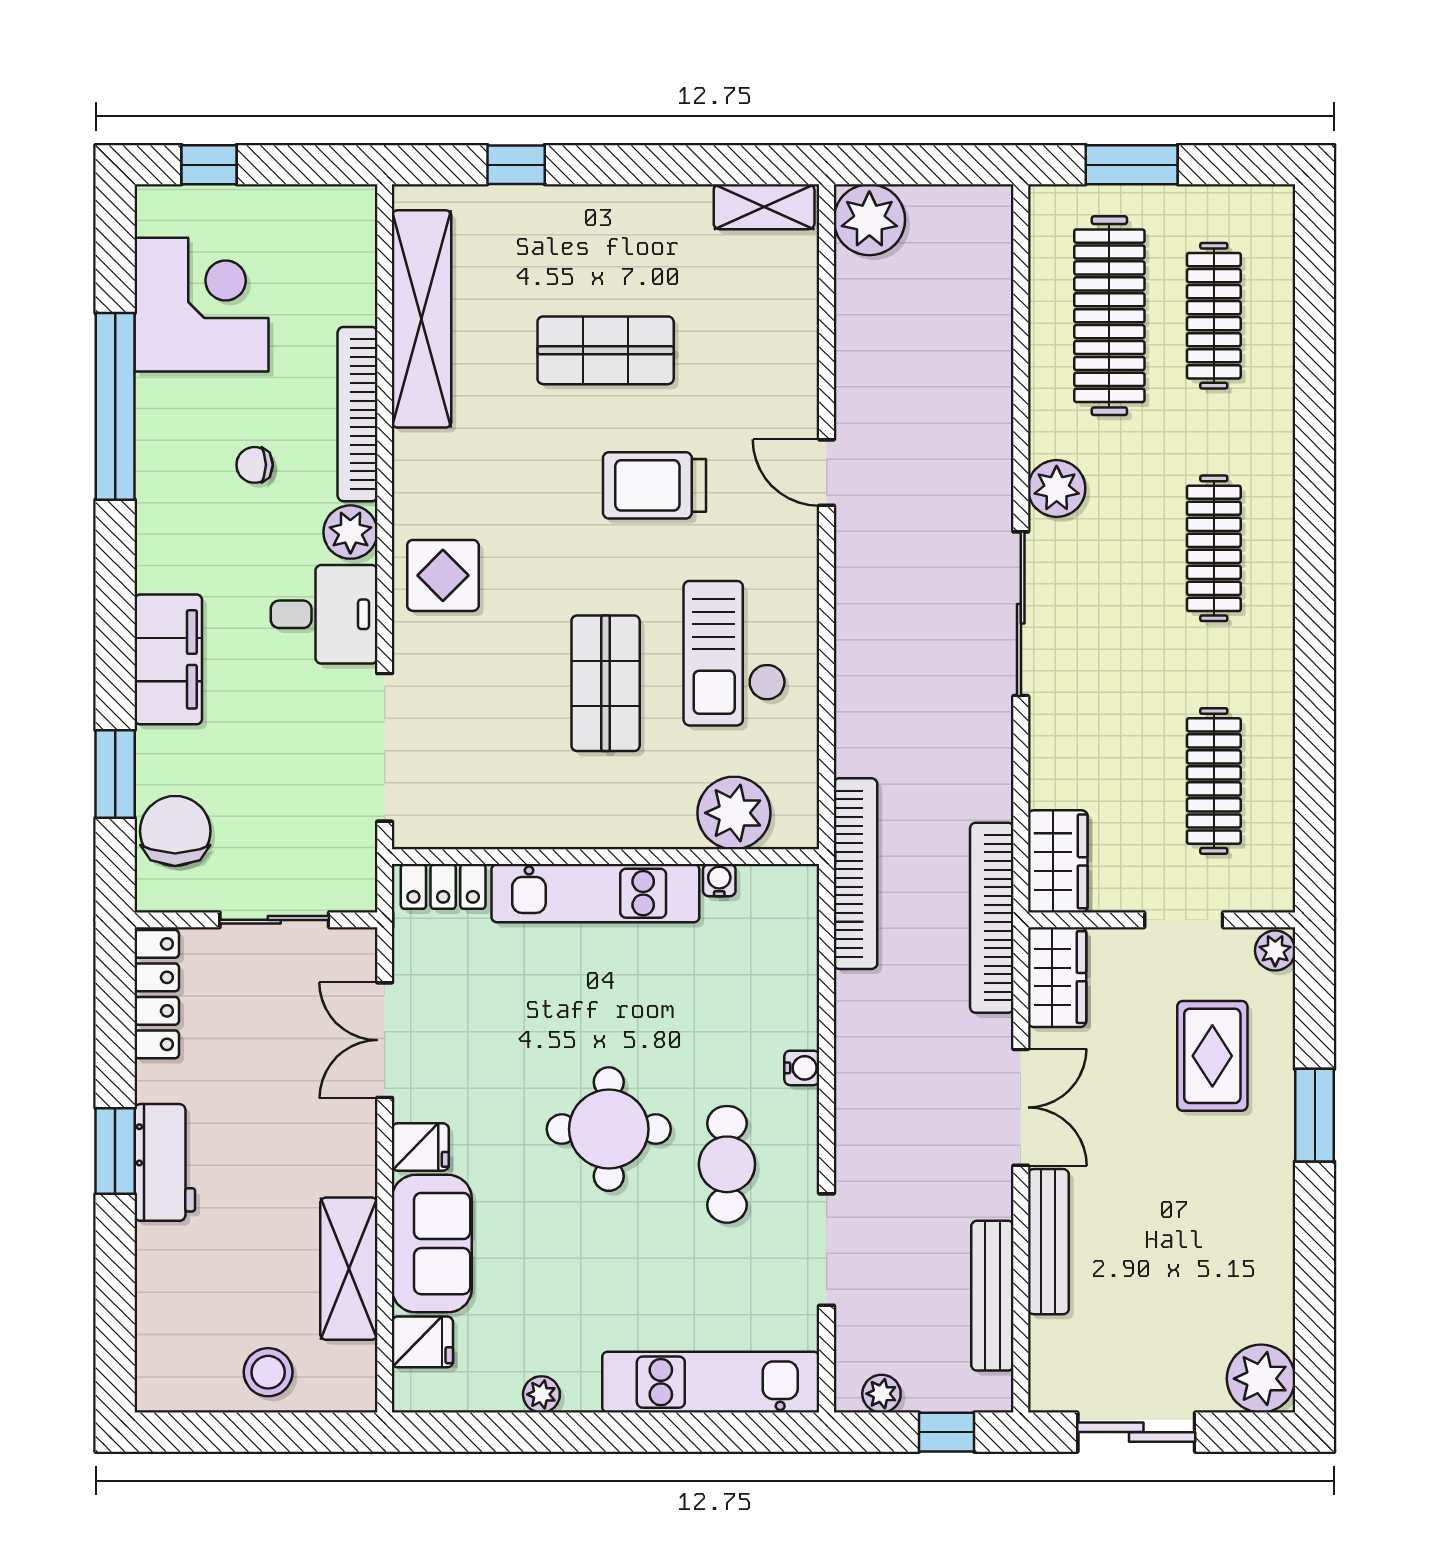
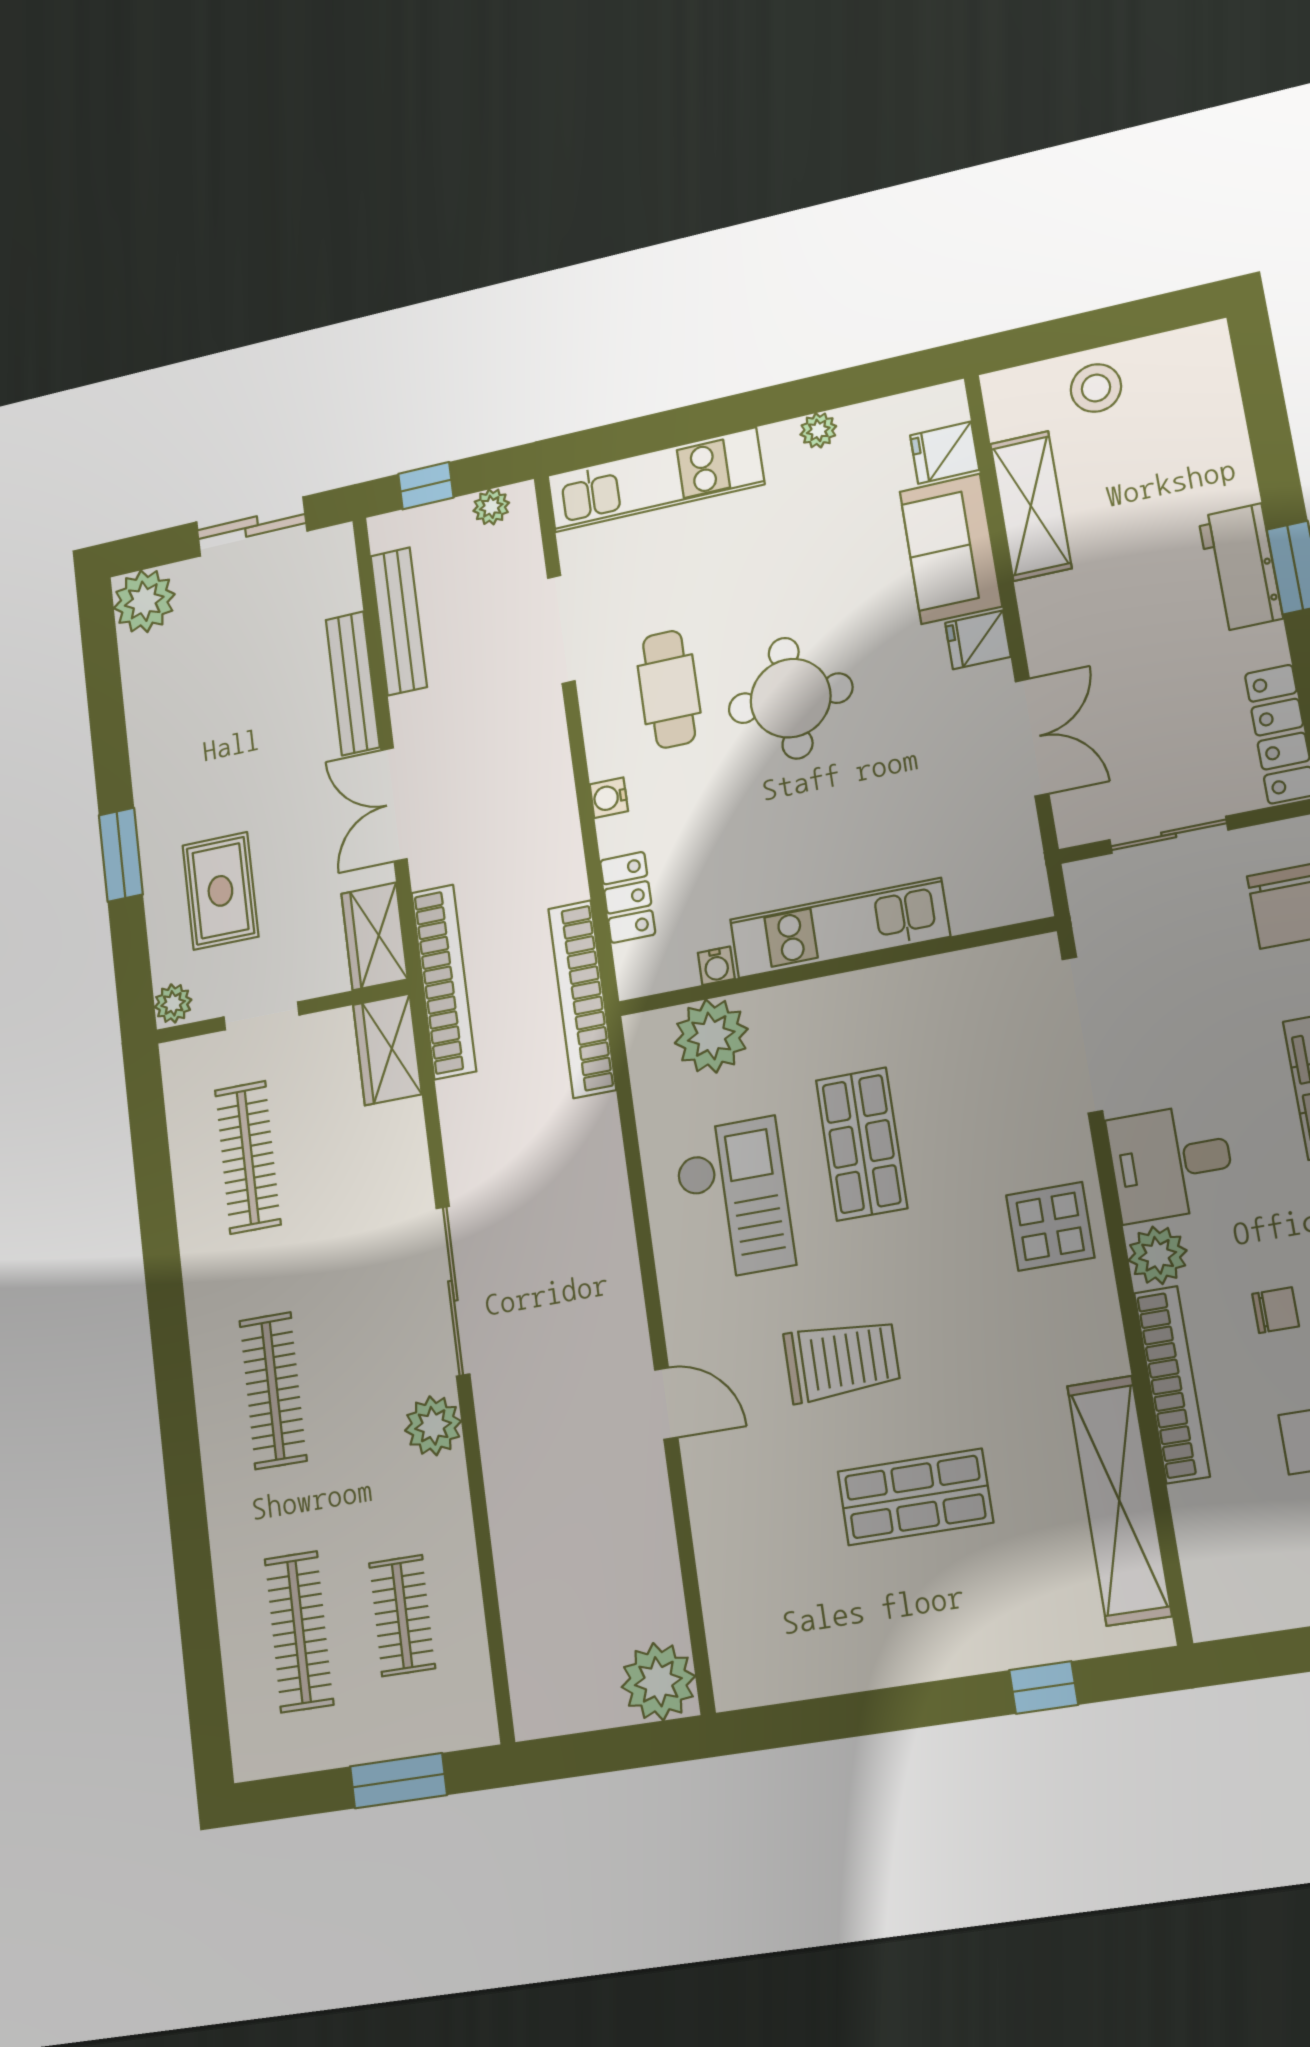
shelving: (764, 207) -> (770, 1680), removed
clothes rail: (1109, 316) -> (402, 1616), width x0.54, depth x0.76
locker: (443, 886) -> (628, 897), moved, turned 90

